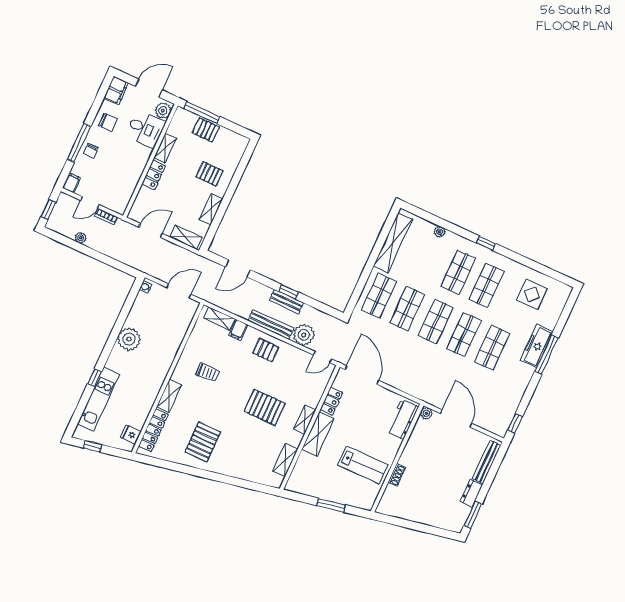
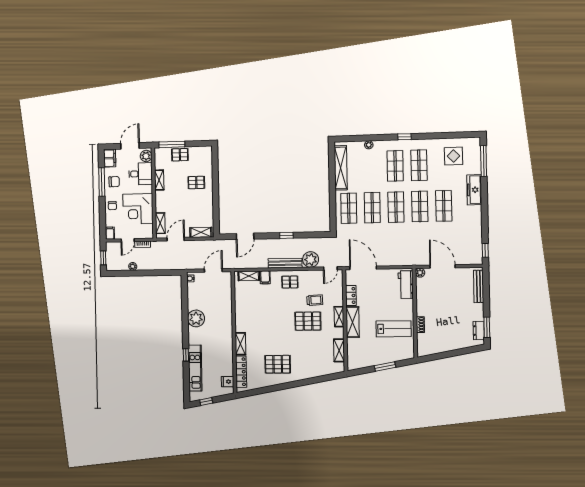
window: (79, 143) -> (102, 182), moved
corner desk: (121, 170) -> (138, 209), added
locker: (154, 175) -> (160, 201), removed
shelving: (211, 209) -> (160, 223), moved
bench: (286, 302) -> (288, 243), removed
window: (547, 355) -> (484, 161), moved
trolley: (208, 372) -> (315, 300), moved
pallet: (203, 442) -> (278, 364), turned 90
dresser: (471, 493) -> (479, 330), moved

